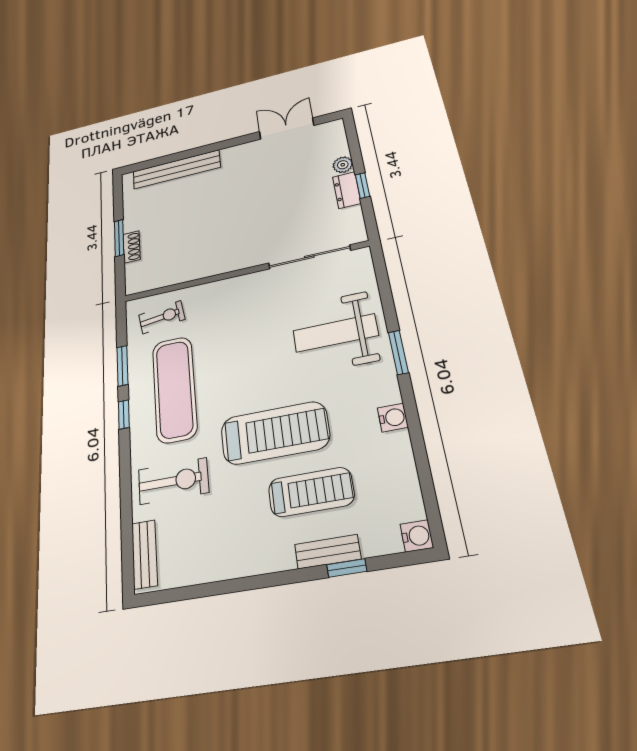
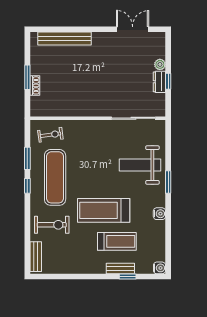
treadmill: (275, 433) -> (104, 210), turned 180

